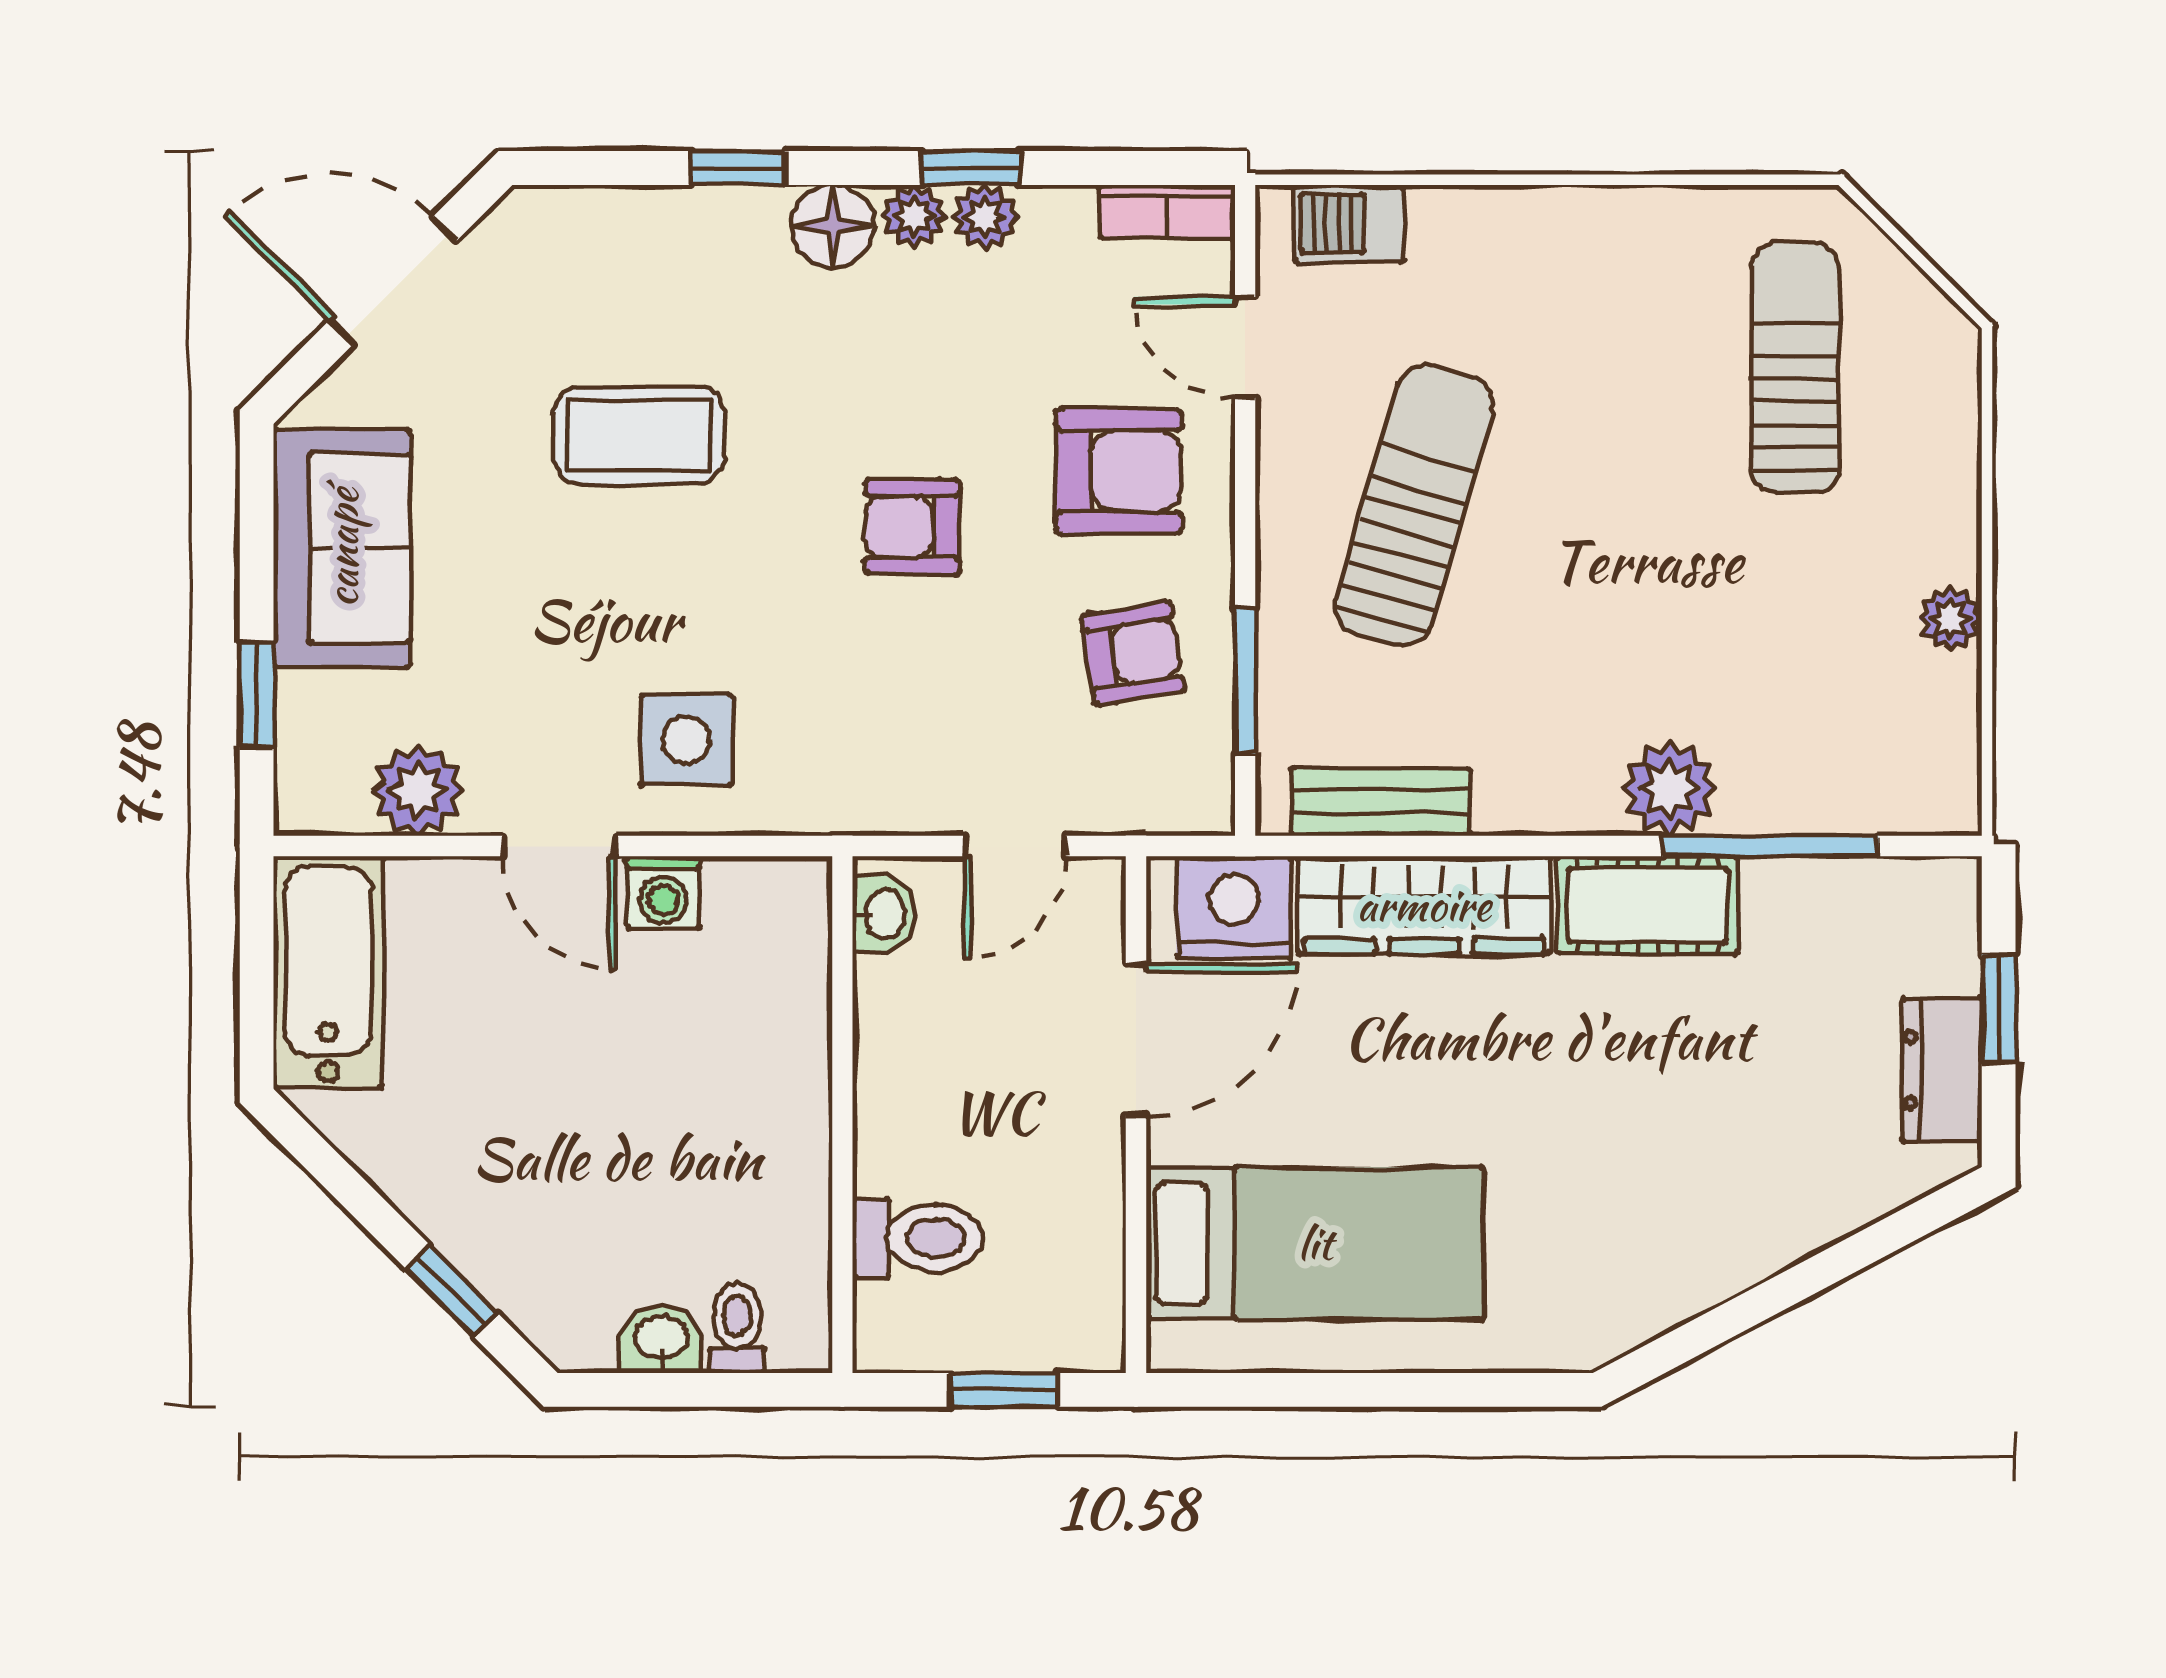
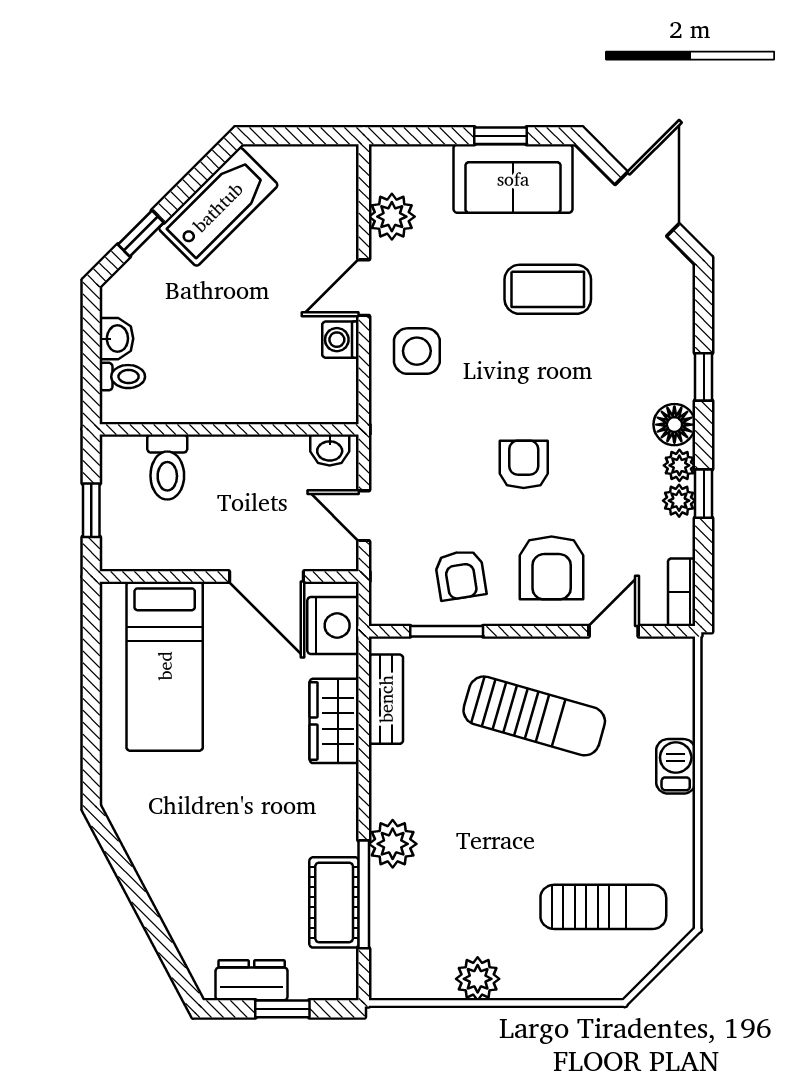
barbecue: (1349, 224) -> (676, 766), moved
coffee table: (639, 435) -> (548, 289), moved, turned 90
plant: (1950, 619) -> (478, 979), width x1.38, depth x1.38
window: (257, 694) -> (501, 136), moved
wardrobe: (1424, 905) -> (334, 721), width x0.67
cot: (1648, 905) -> (334, 902), moved
bathtub: (328, 972) -> (218, 207), moved, turned -45

